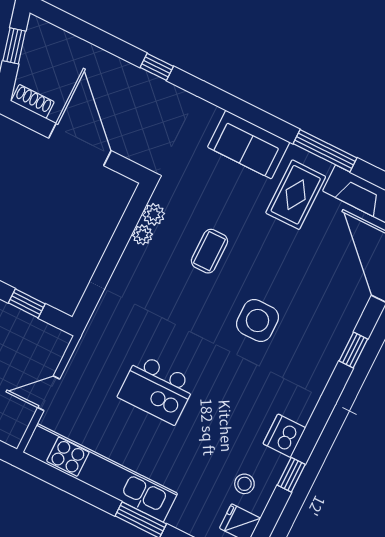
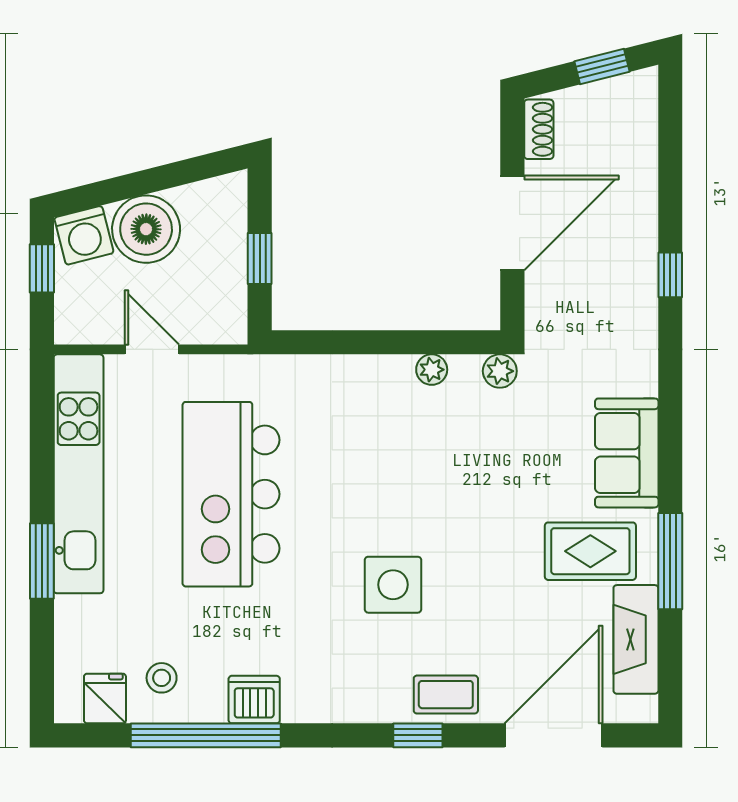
plant: (154, 214) -> (500, 371), moved
coffee table: (209, 251) -> (446, 695), moved
kitchen island: (157, 389) -> (231, 494), width x1.87, depth x1.28
window: (291, 475) -> (206, 735), width x3.17

